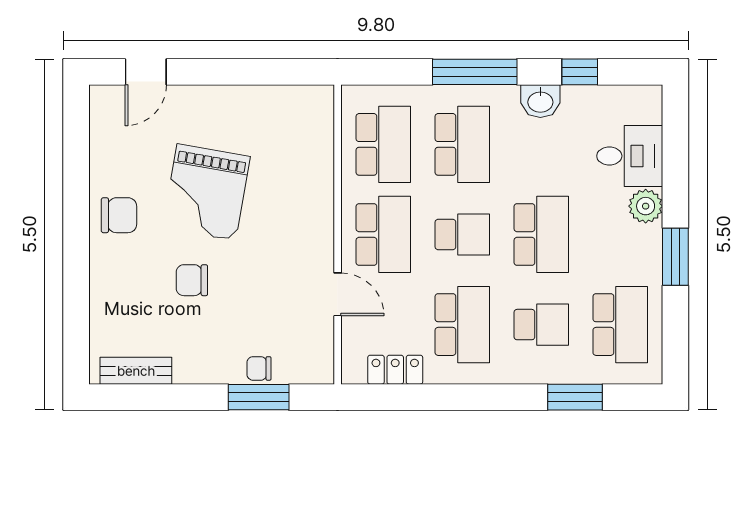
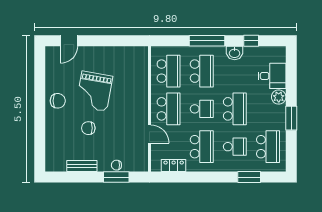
bench: (136, 371) -> (82, 166), moved

